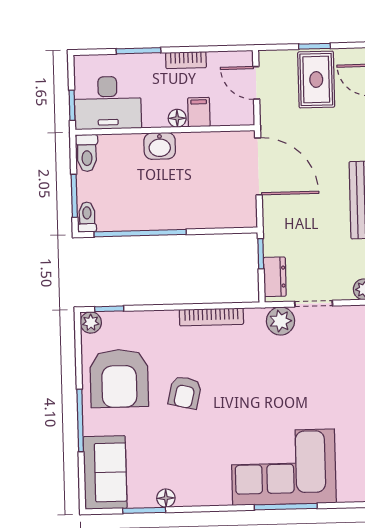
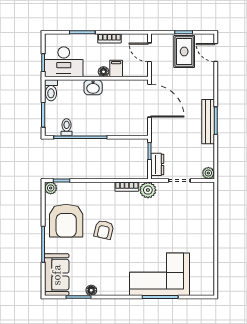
toilet: (87, 217) -> (67, 127), moved
bookcase: (211, 317) -> (127, 187), width x0.64
plant: (281, 321) -> (148, 190), moved

